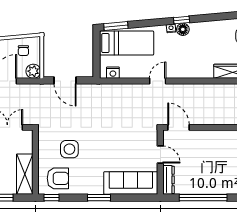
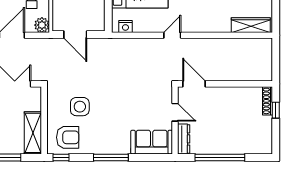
sofa: (131, 183) -> (152, 142), width x0.73
window: (99, 198) -> (111, 157), width x1.44

